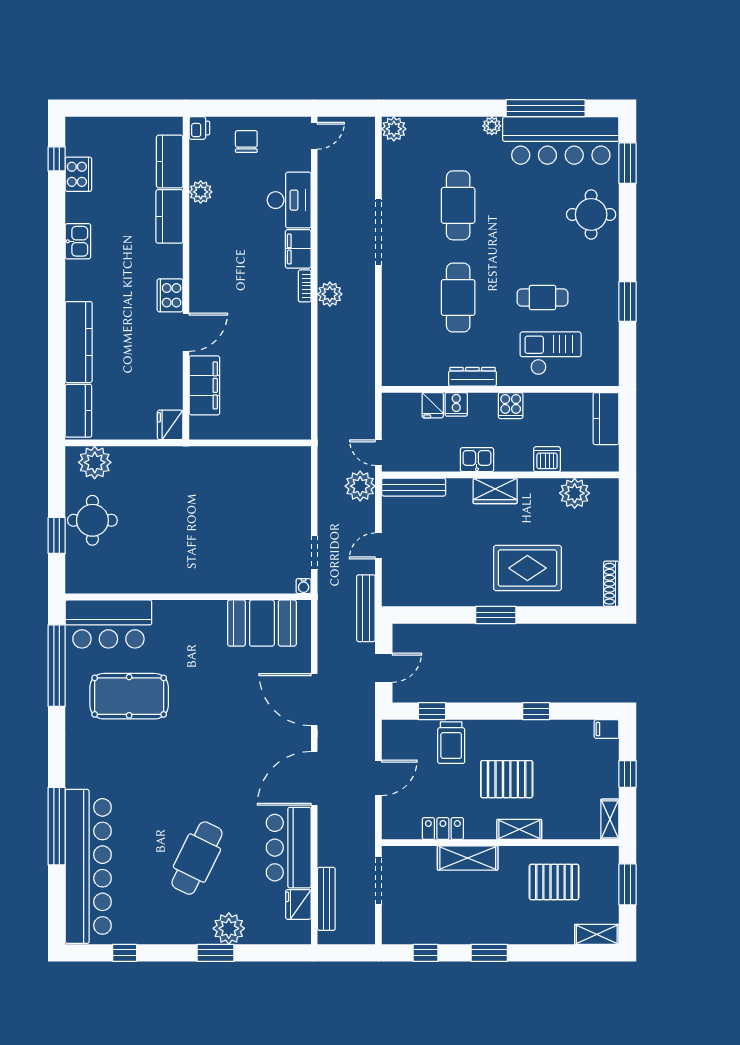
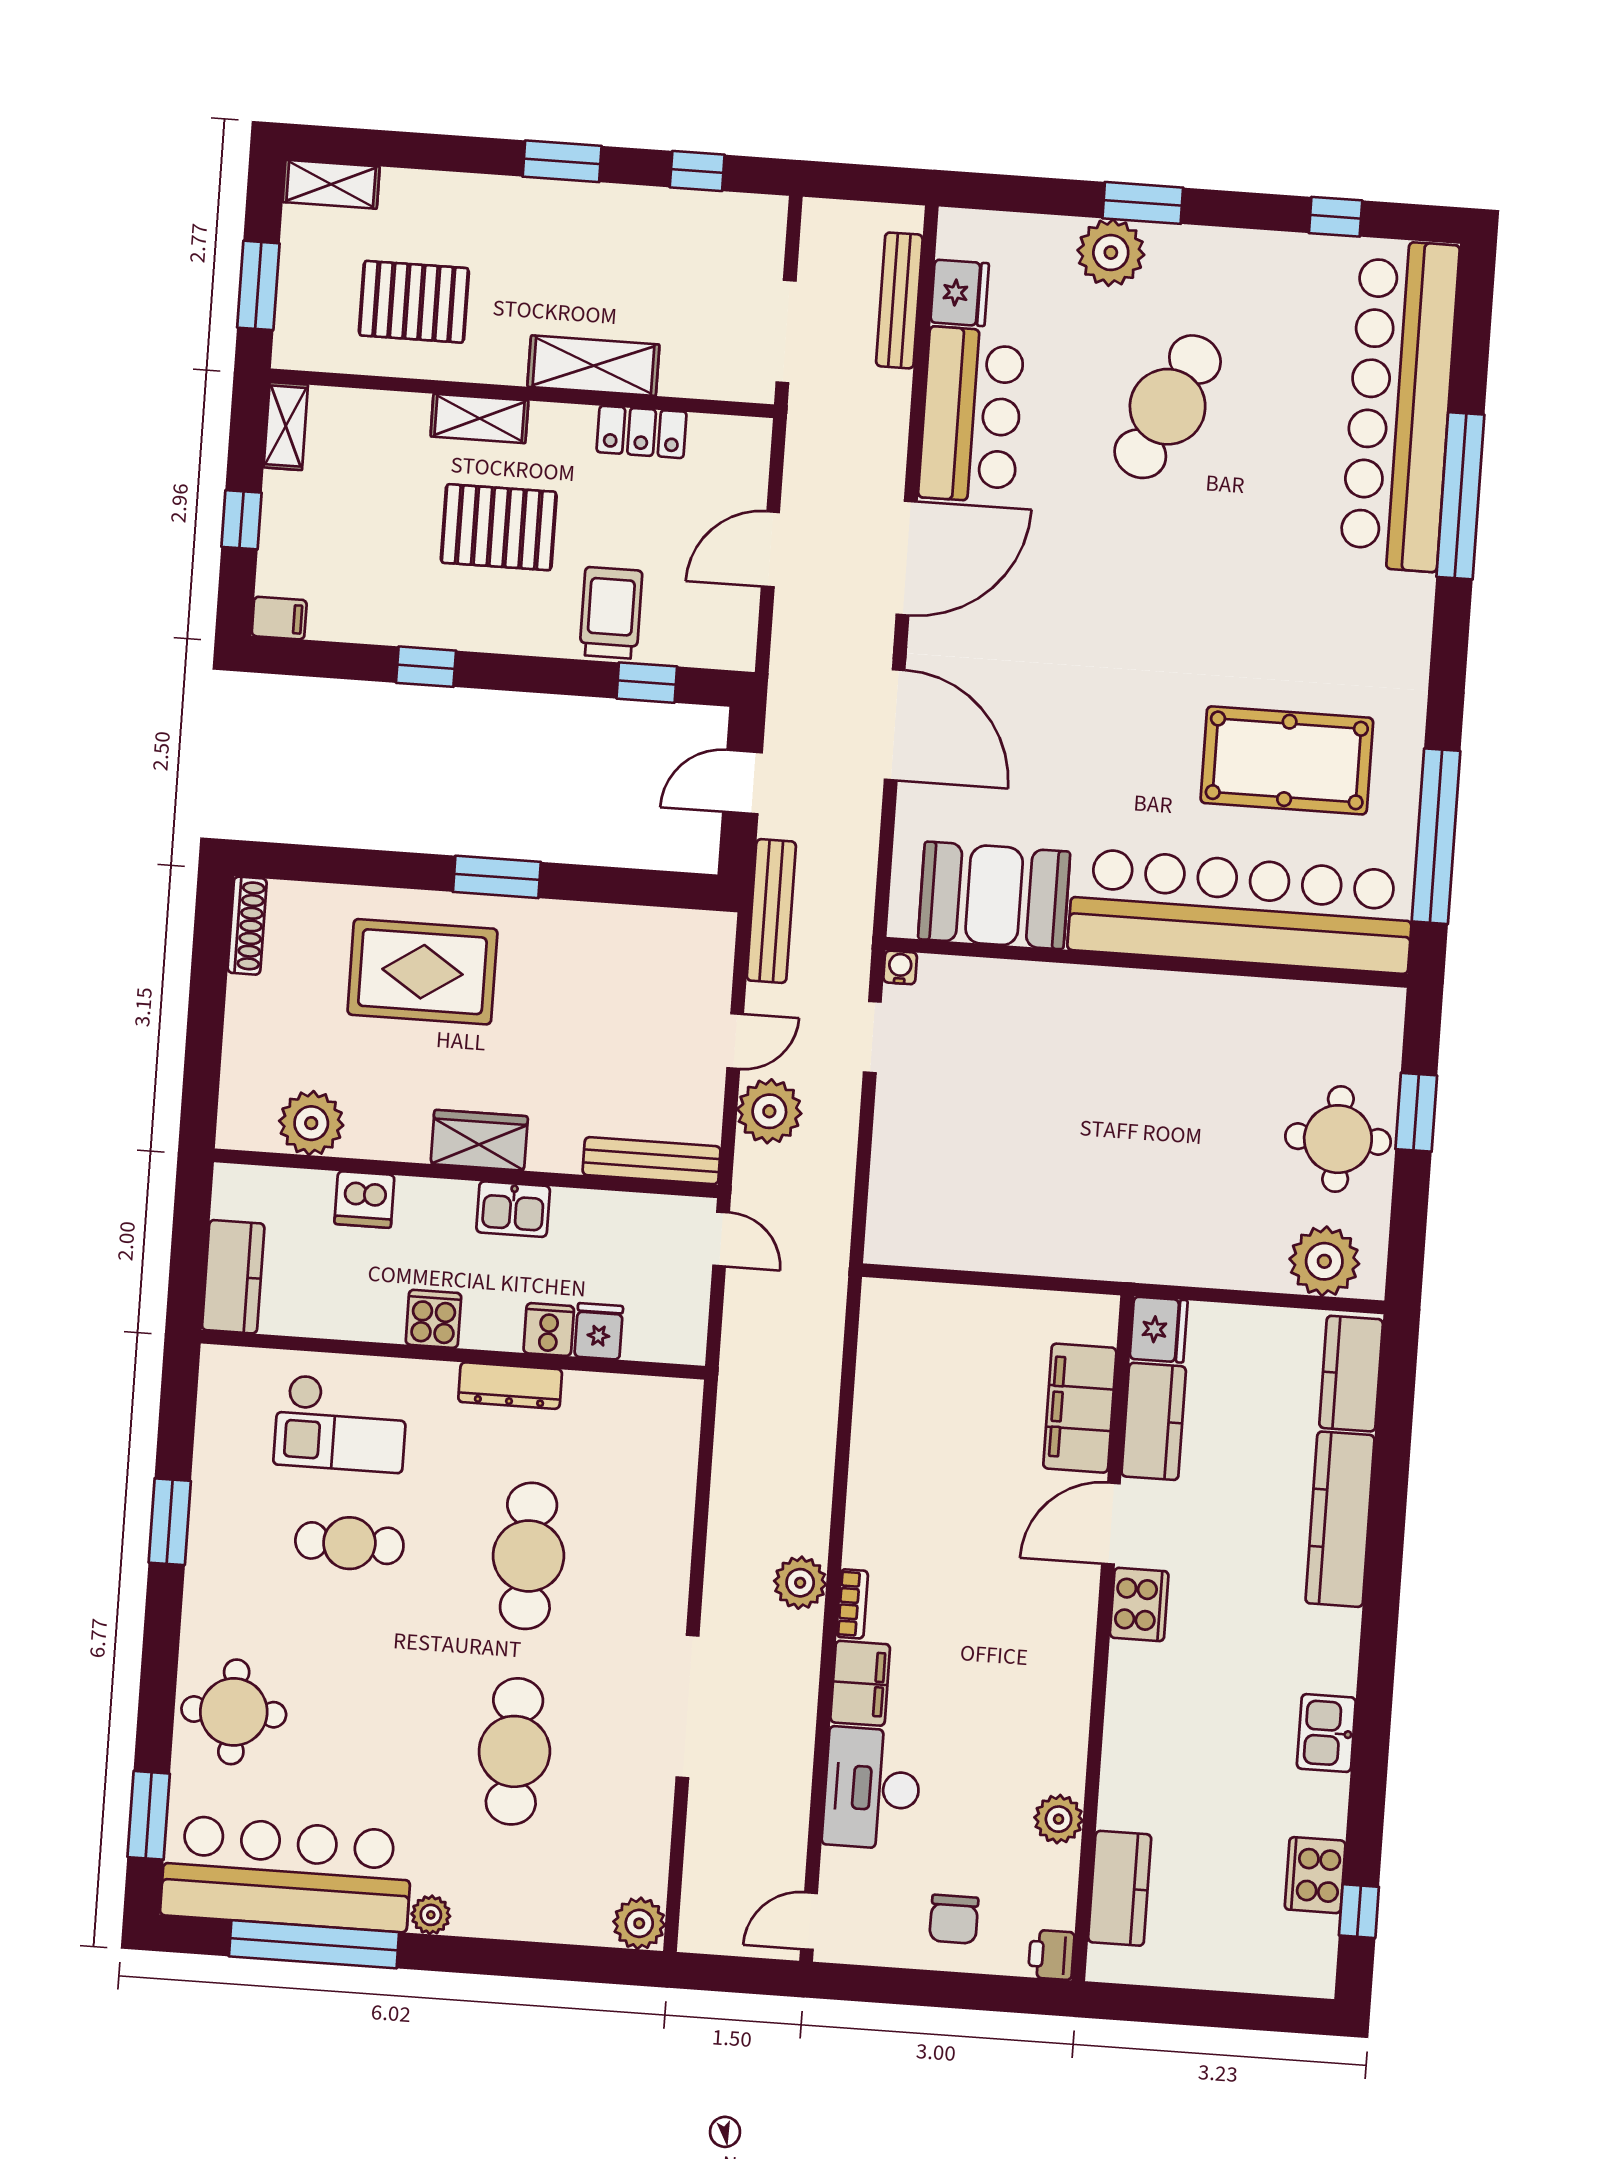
kitchen counter: (169, 216) -> (1154, 1421), moved
plant: (360, 486) -> (769, 1111), moved
bar counter: (108, 624) -> (1241, 911), width x1.86

